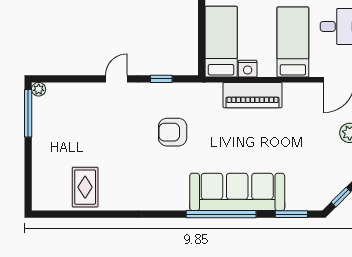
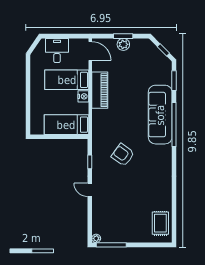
nightstand: (248, 69) -> (83, 96), moved
piano: (253, 95) -> (100, 90), moved
armchair: (173, 132) -> (123, 155), turned 126
rug: (85, 187) -> (160, 223), moved, turned 90

